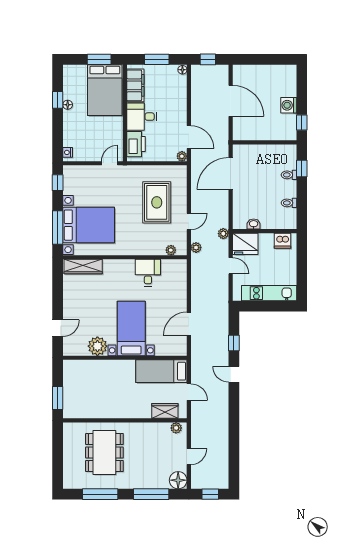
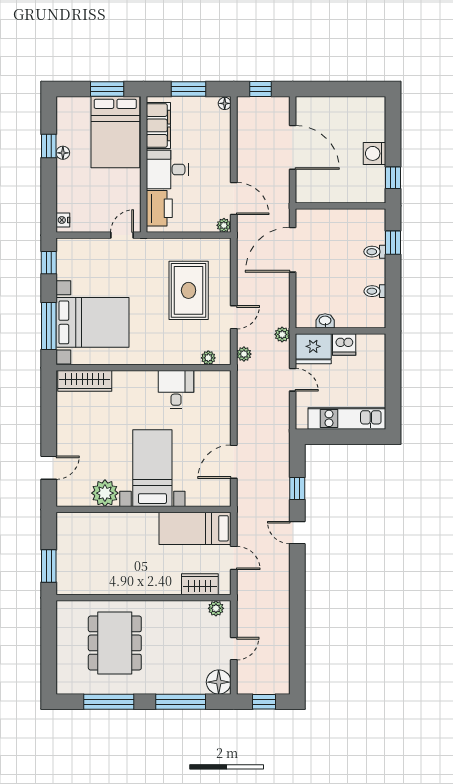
dishwasher: (282, 241) -> (344, 345), moved

